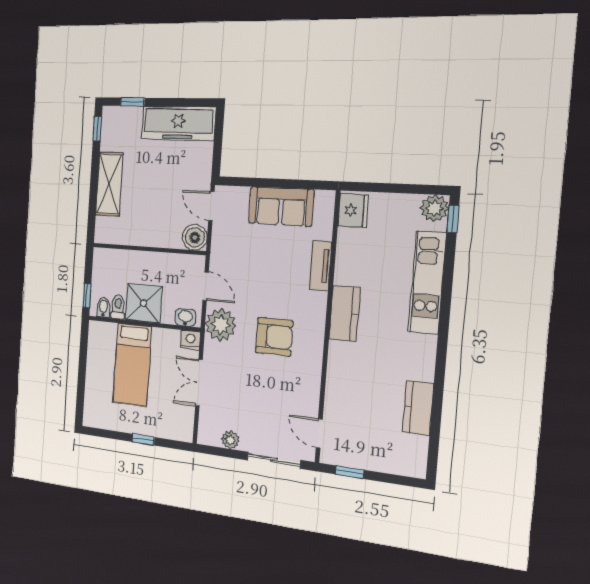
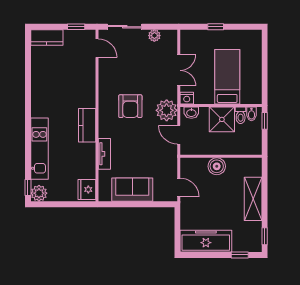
boiler: (195, 237) -> (217, 166), moved
armchair: (274, 337) -> (130, 106), turned -90
kitchen counter: (418, 408) -> (47, 37), moved, turned 90

